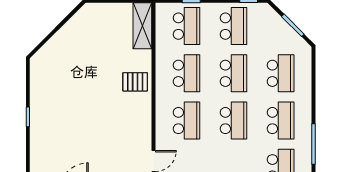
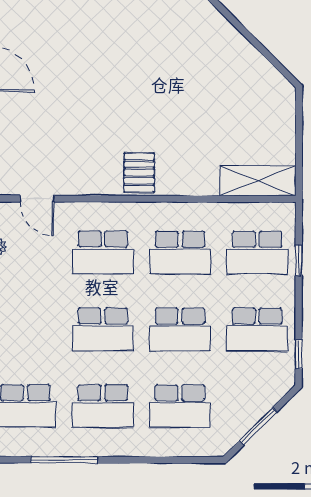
pallet: (135, 82) -> (139, 173), moved

